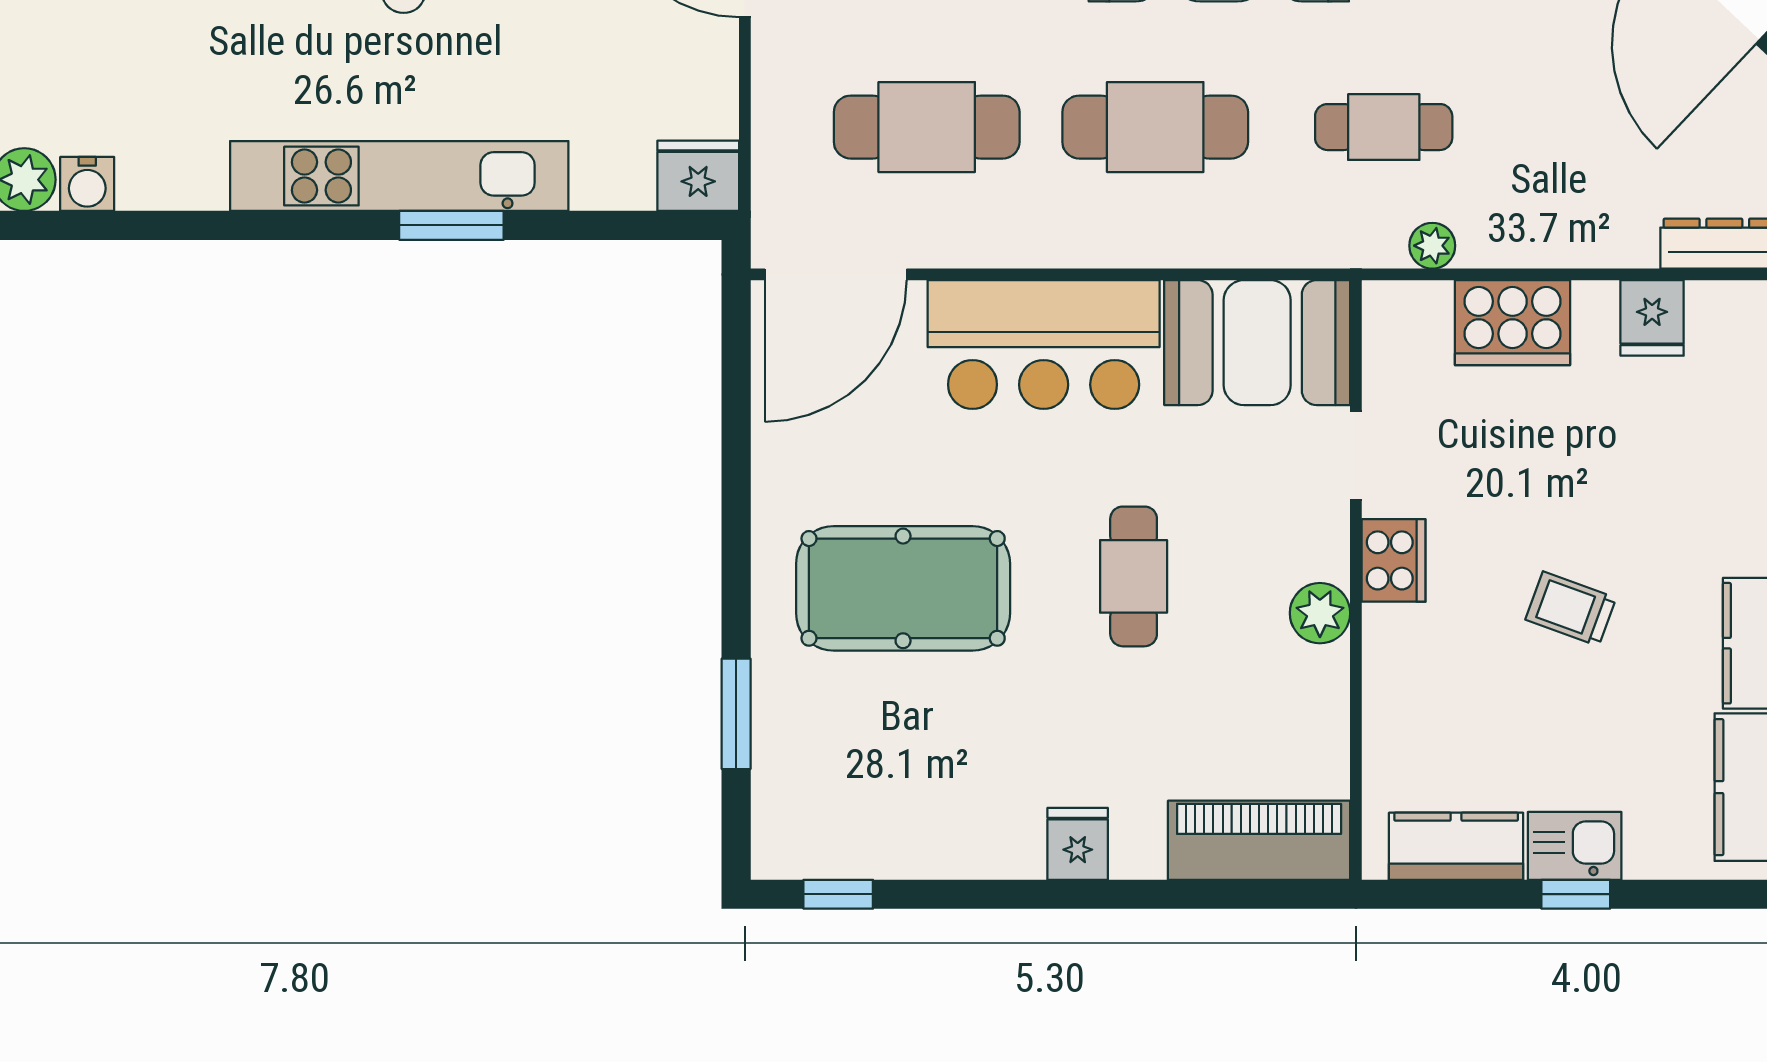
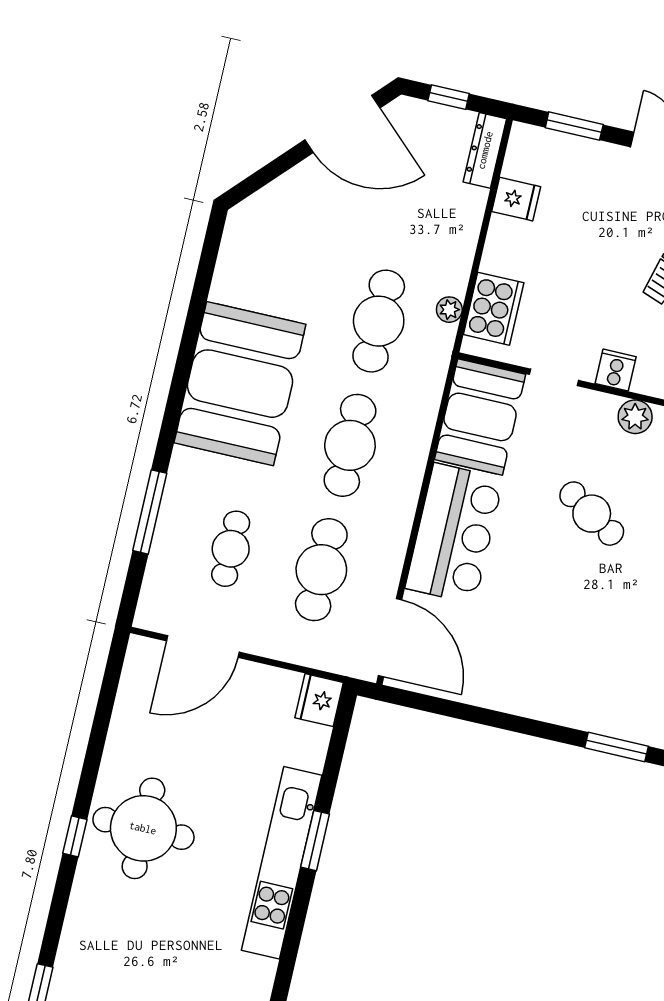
cafe table: (1384, 127) -> (379, 321), width x1.37, depth x1.35
cooker: (1513, 323) -> (494, 309), moved
cooker: (1394, 560) -> (616, 370), width x0.73
cafe table: (1134, 576) -> (592, 514), turned 32
pool table: (903, 588) -> (569, 640), removed

